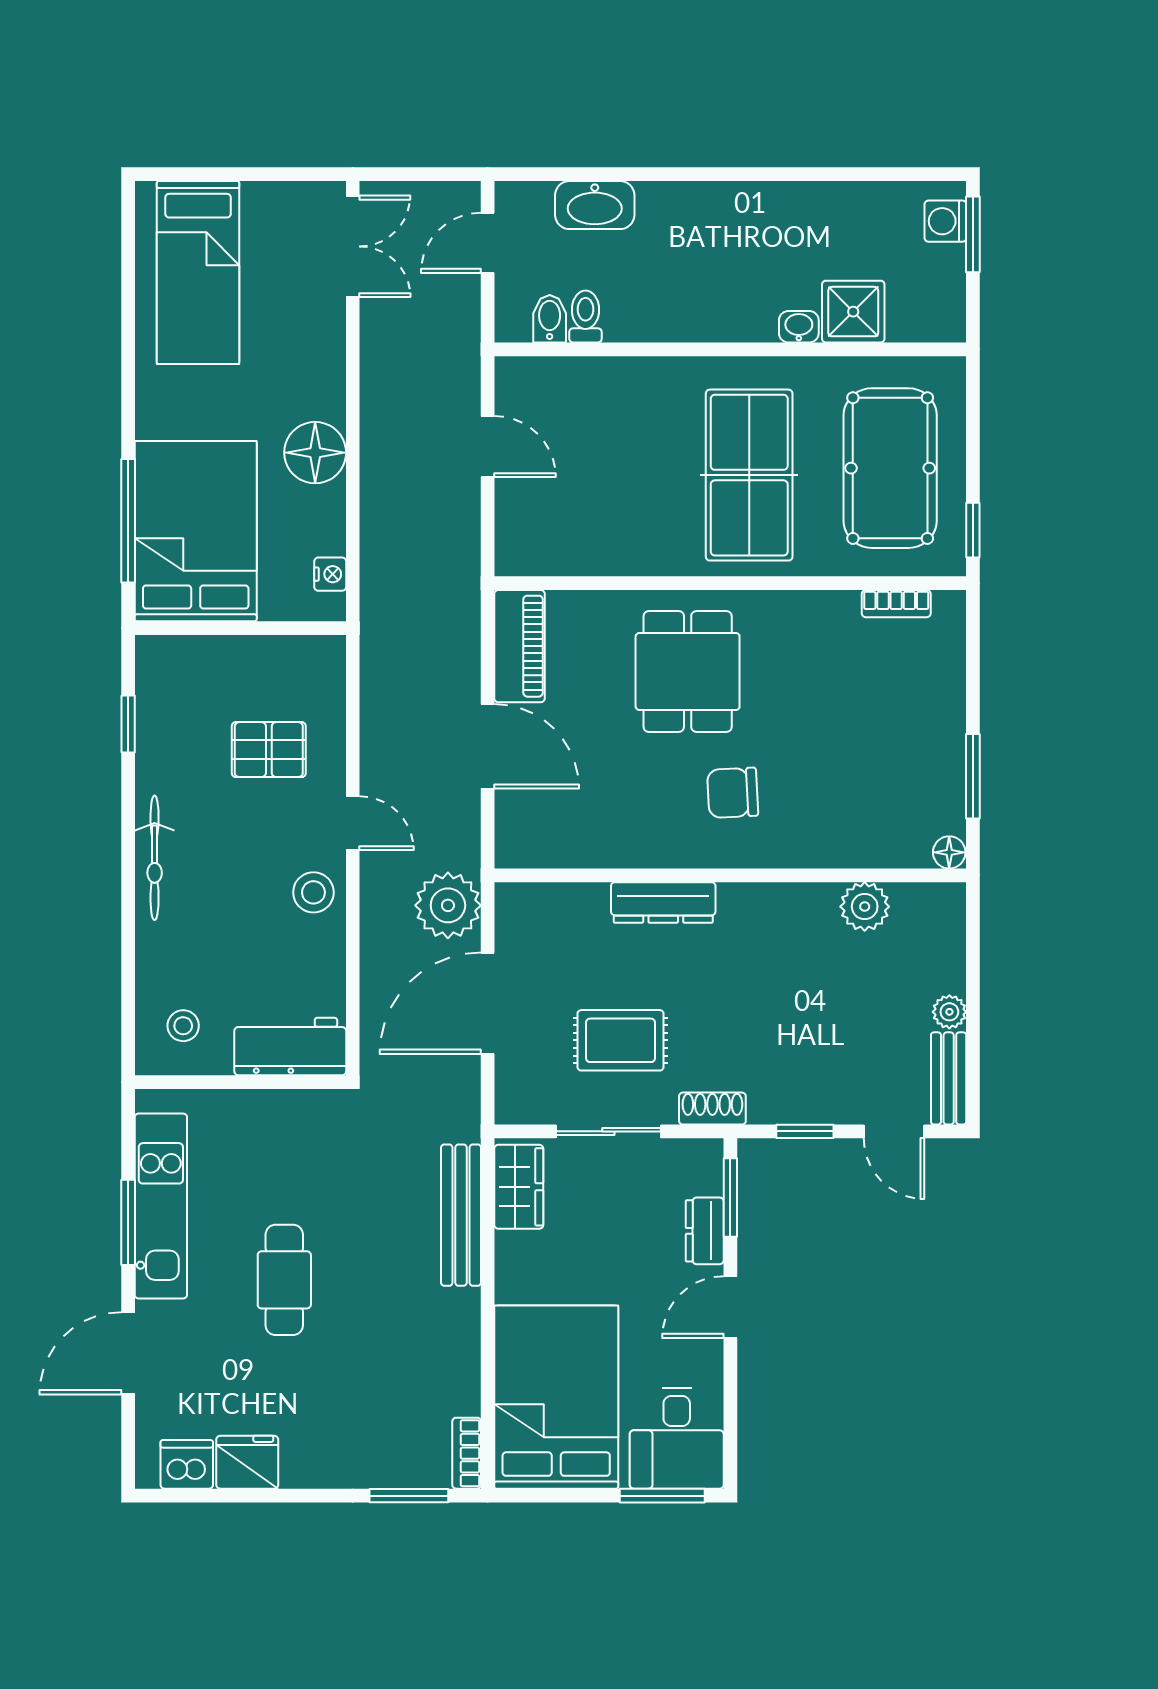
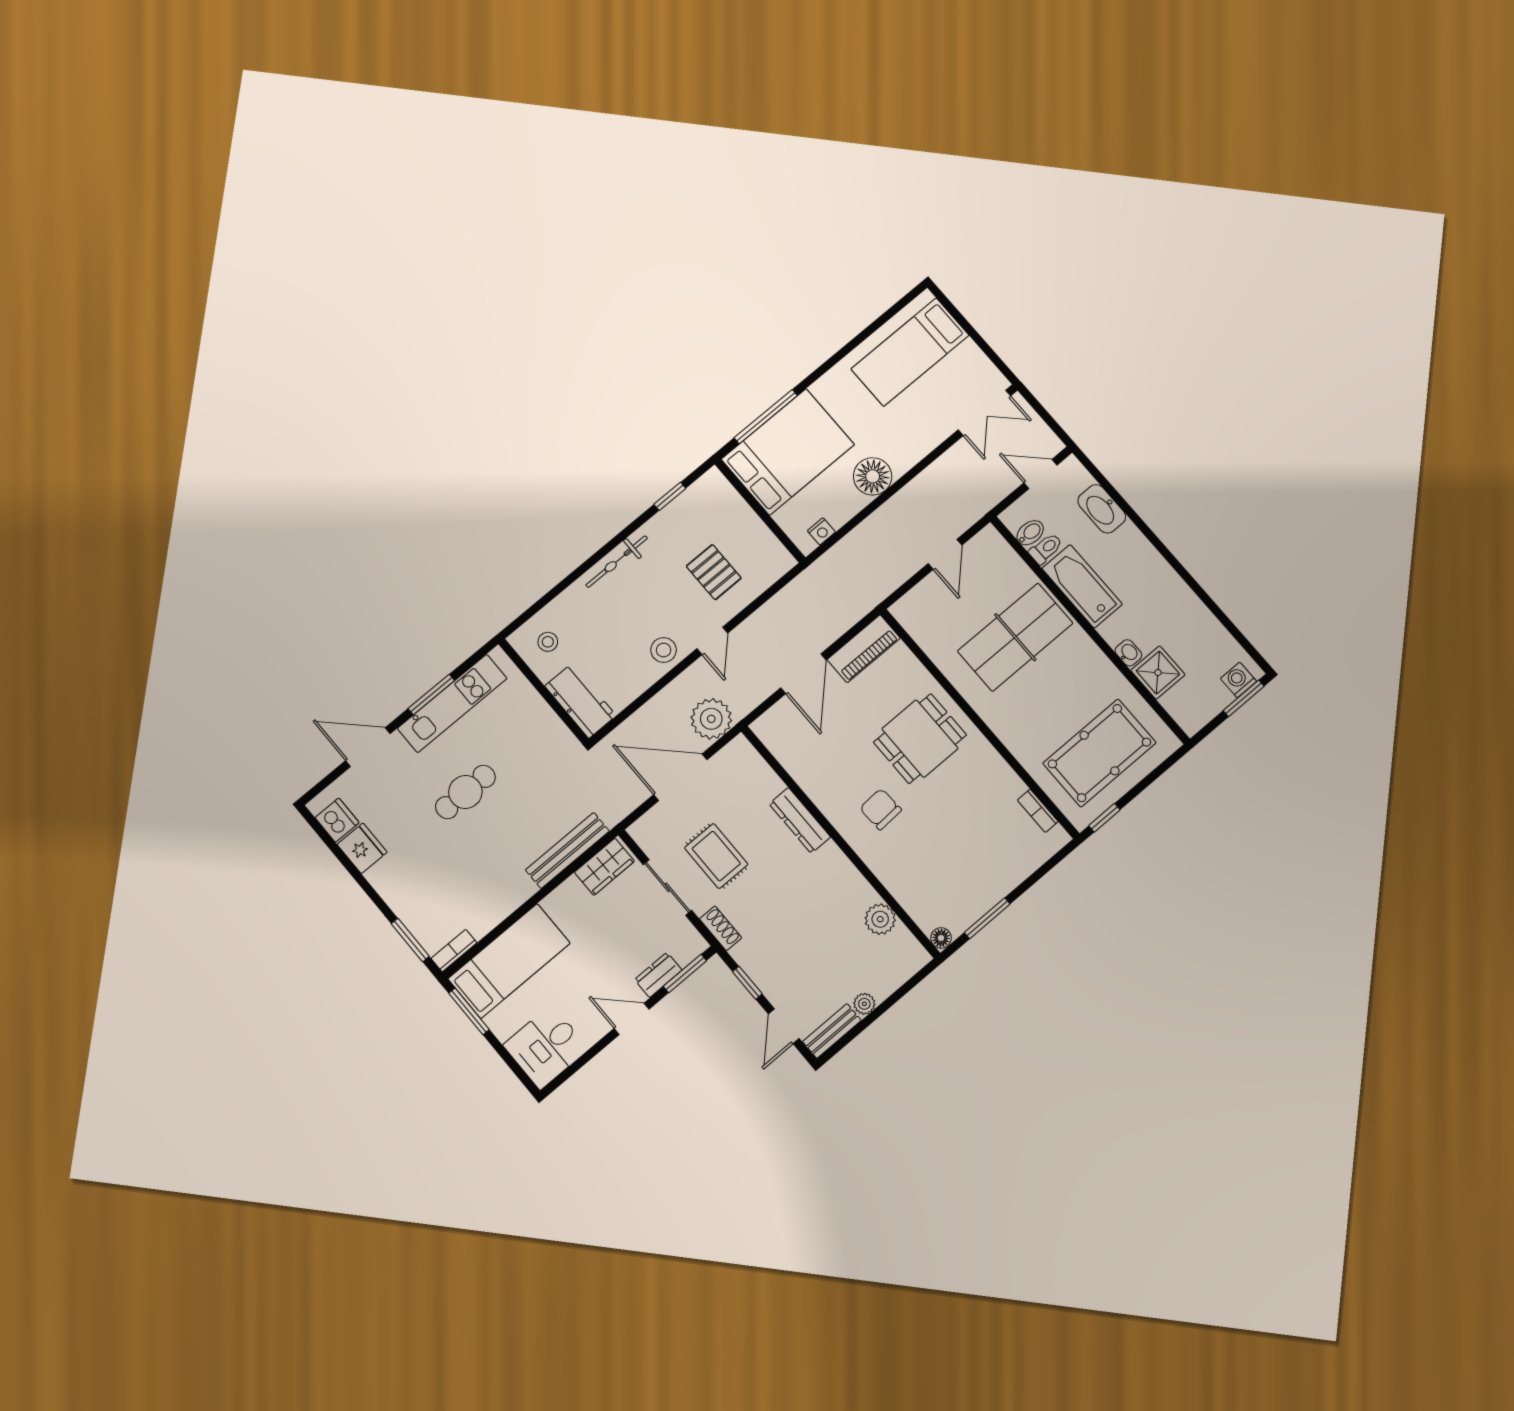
bathtub: (669, 312) -> (1082, 586), added
table tennis table: (749, 475) -> (1015, 637), moved
bed: (556, 1397) -> (509, 961), width x0.67
window: (662, 1496) -> (469, 1011), moved

